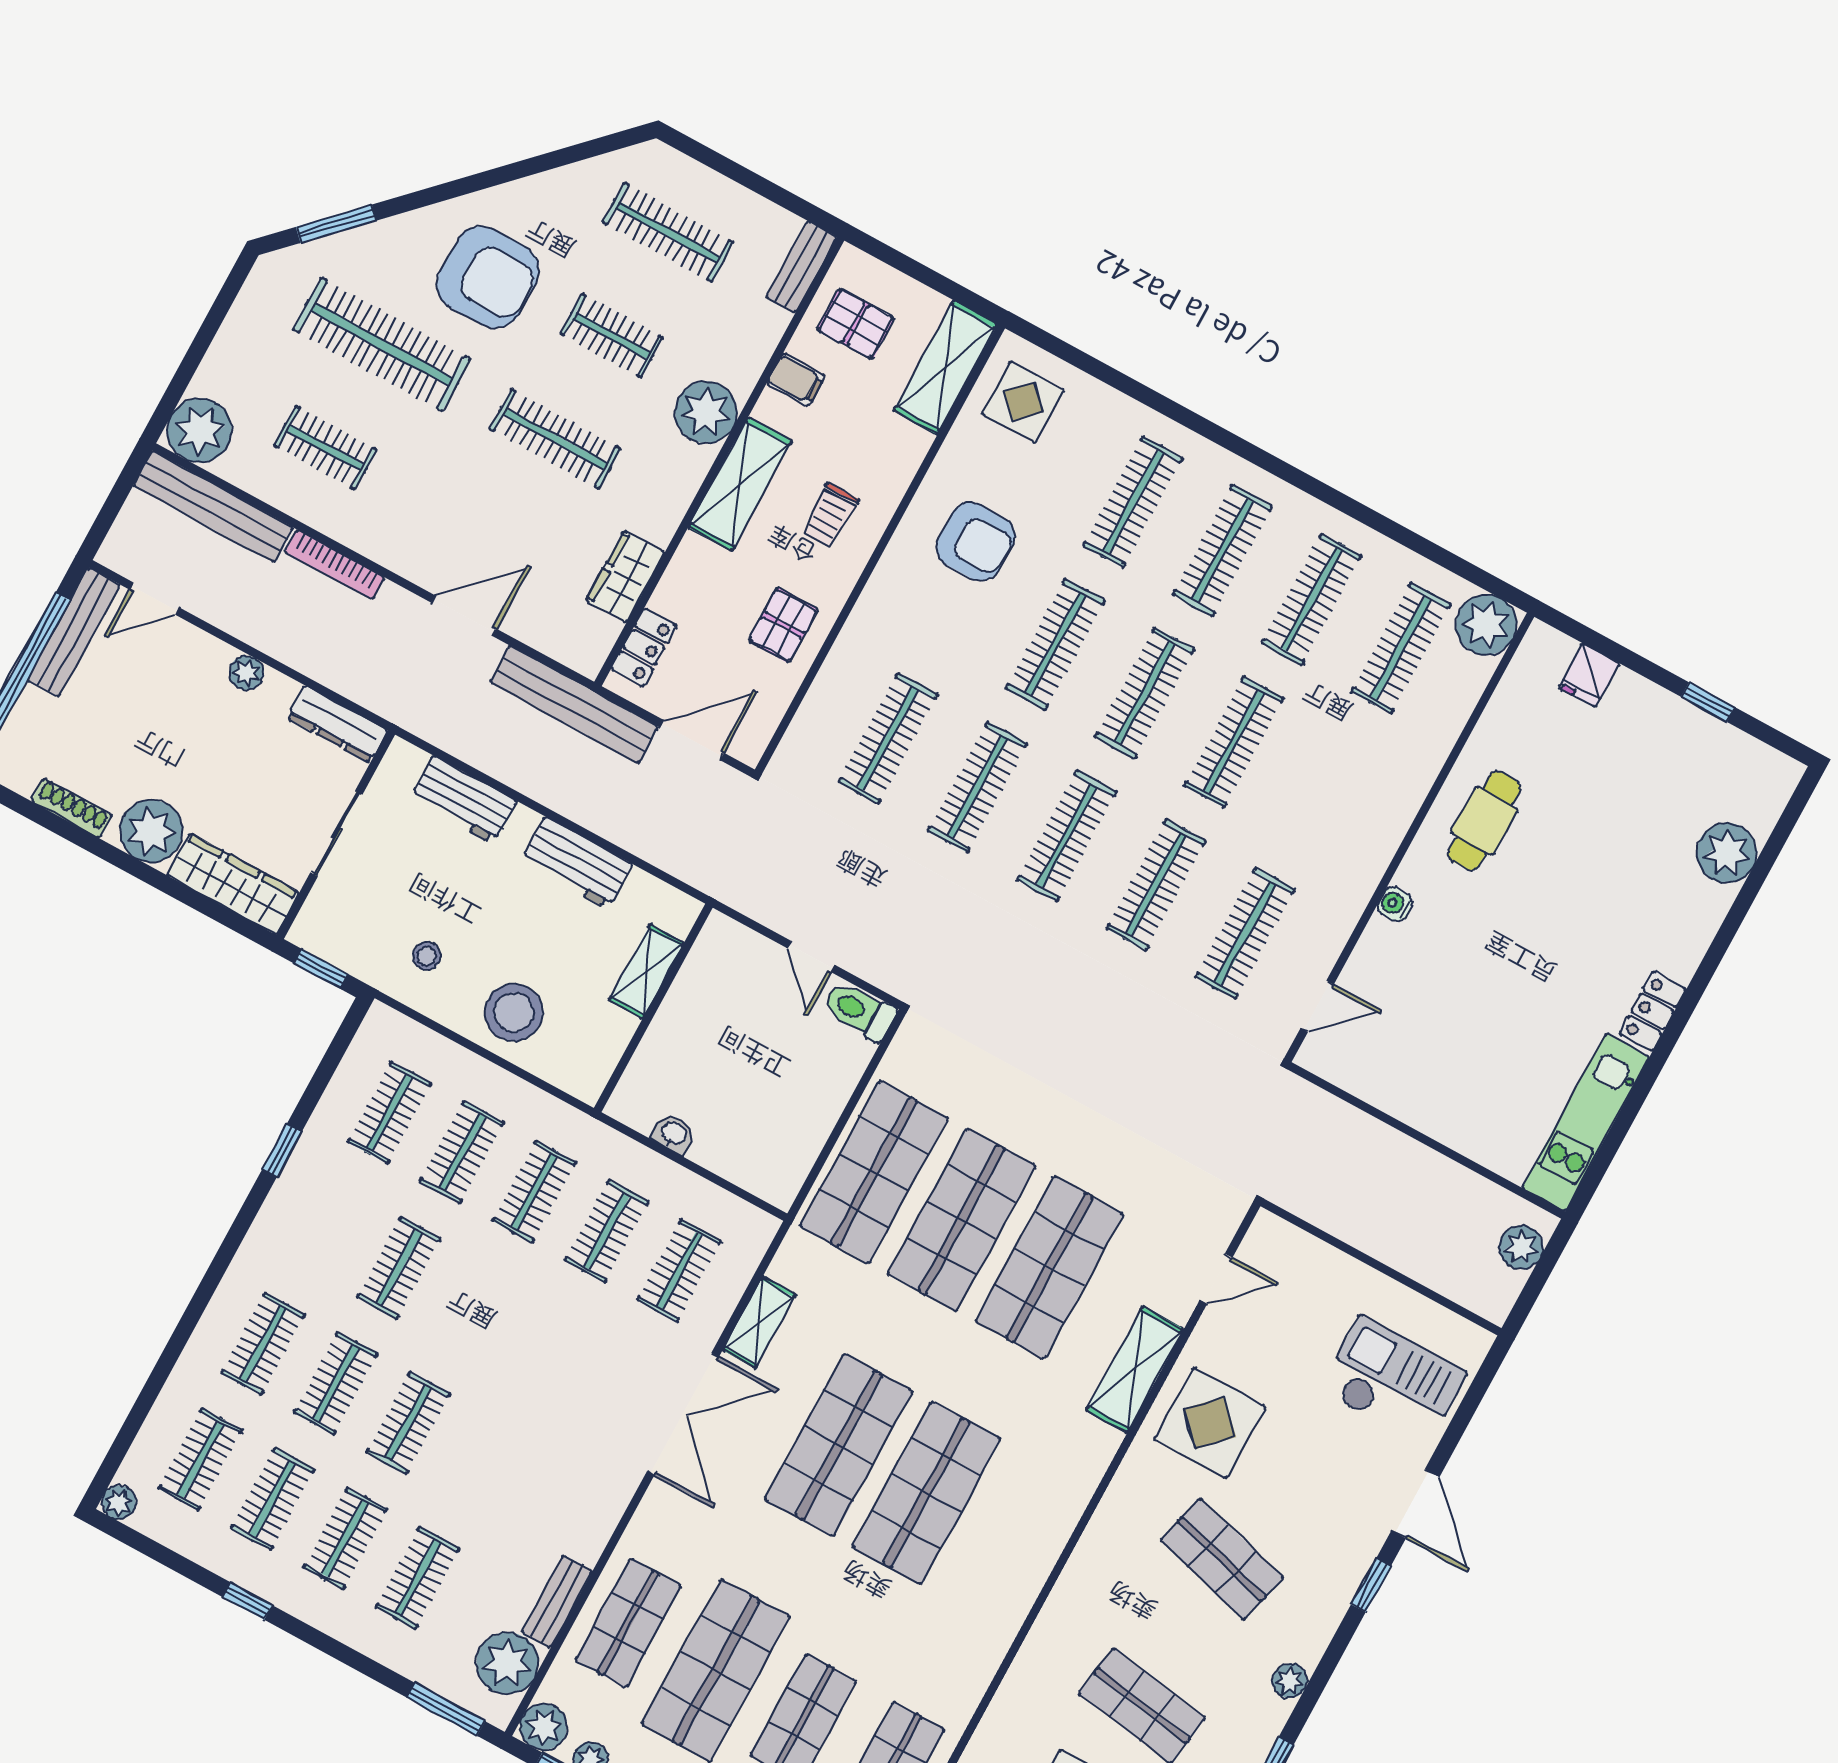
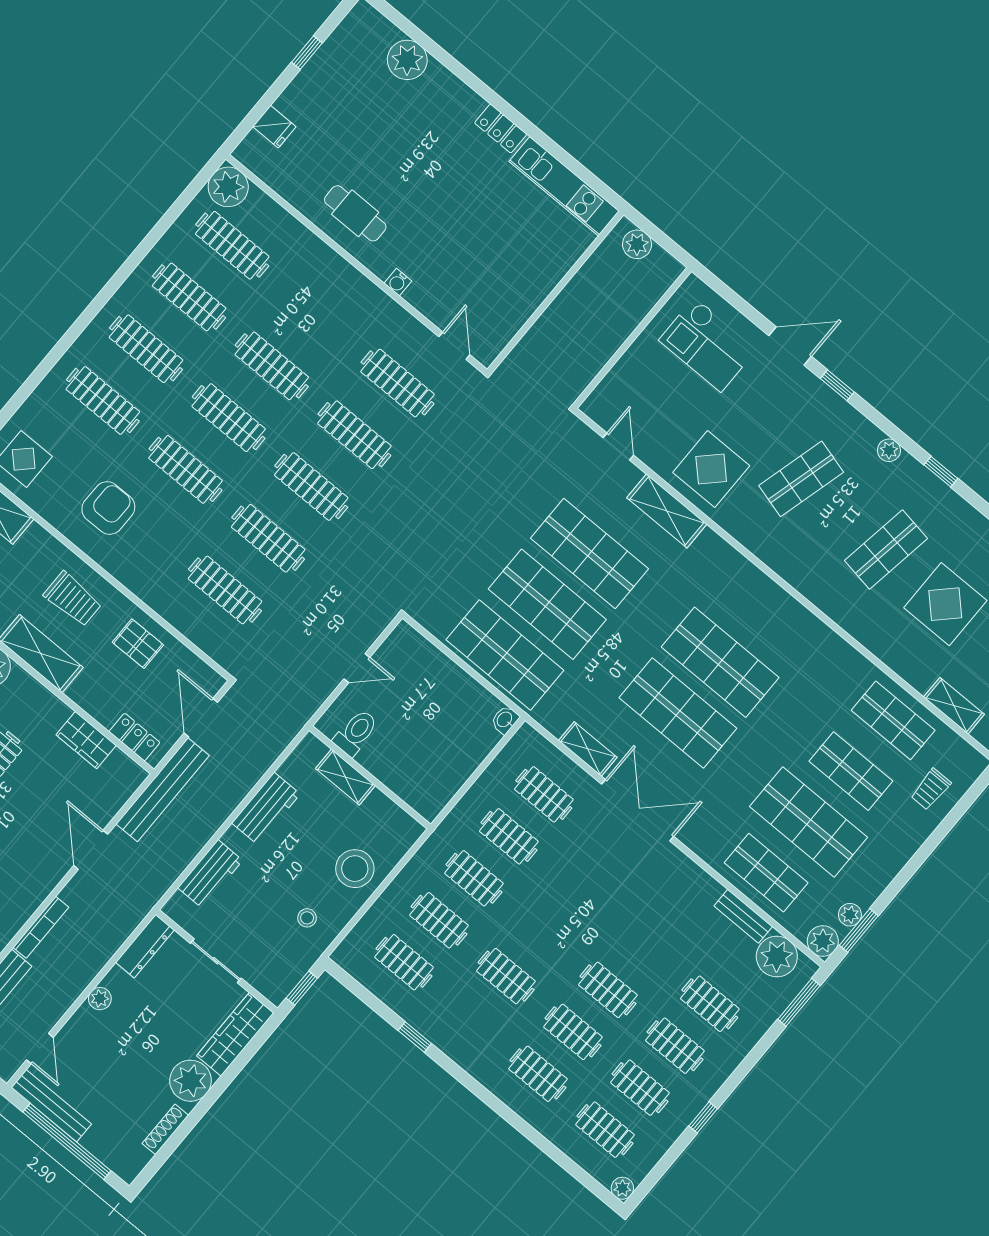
trolley: (830, 515) -> (73, 599), width x1.36, depth x1.39
toilet: (859, 1011) -> (356, 733), moved, turned 180
washbasin: (674, 1134) -> (505, 720), moved
checkout: (1393, 1382) -> (708, 345), turned -90

